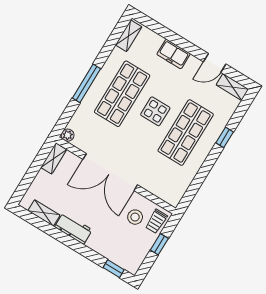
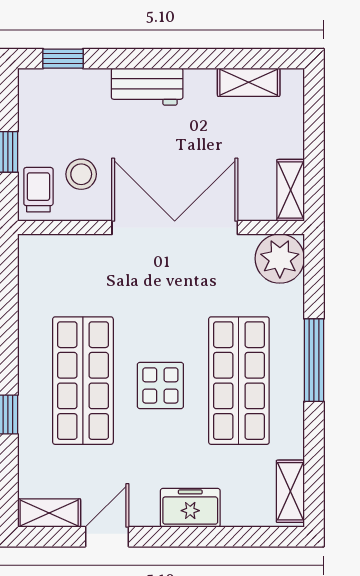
plant: (68, 135) -> (280, 259), width x1.88, depth x1.88
workbench: (73, 228) -> (147, 87), moved

